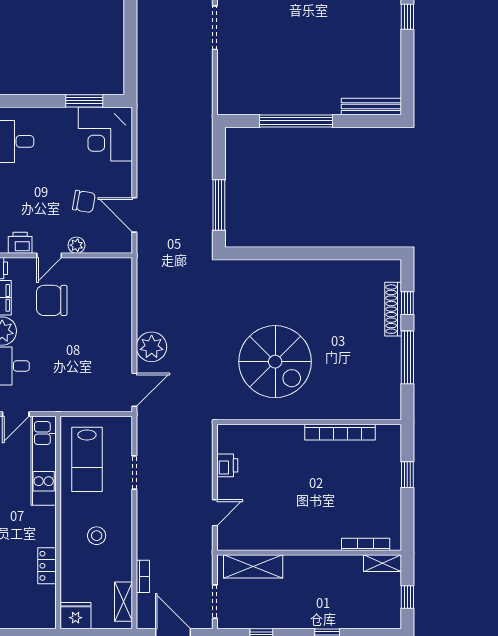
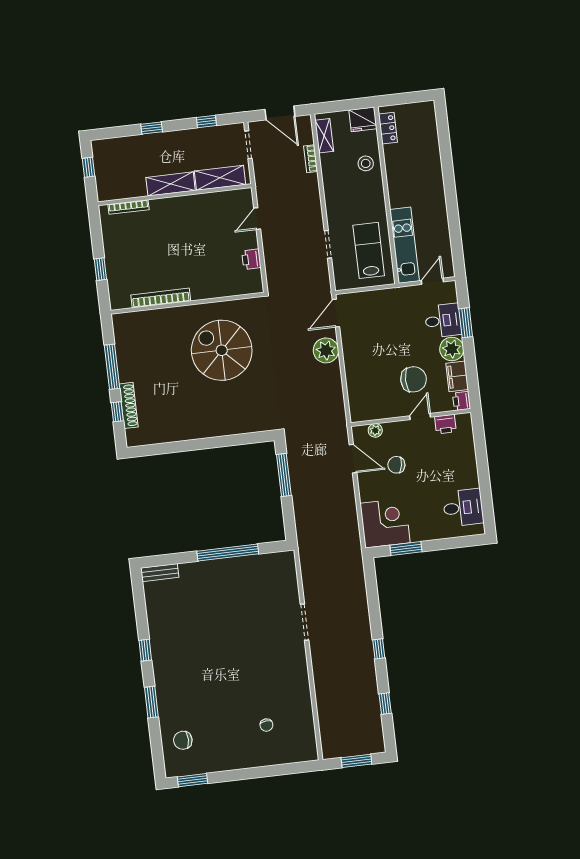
bench: (371, 107) -> (160, 573), width x0.73
plant: (76, 245) -> (375, 430), moved
stool: (97, 536) -> (366, 163), moved
shelving: (383, 563) -> (171, 184), moved, width x1.50, depth x1.33
locker: (47, 566) -> (388, 128), moved

